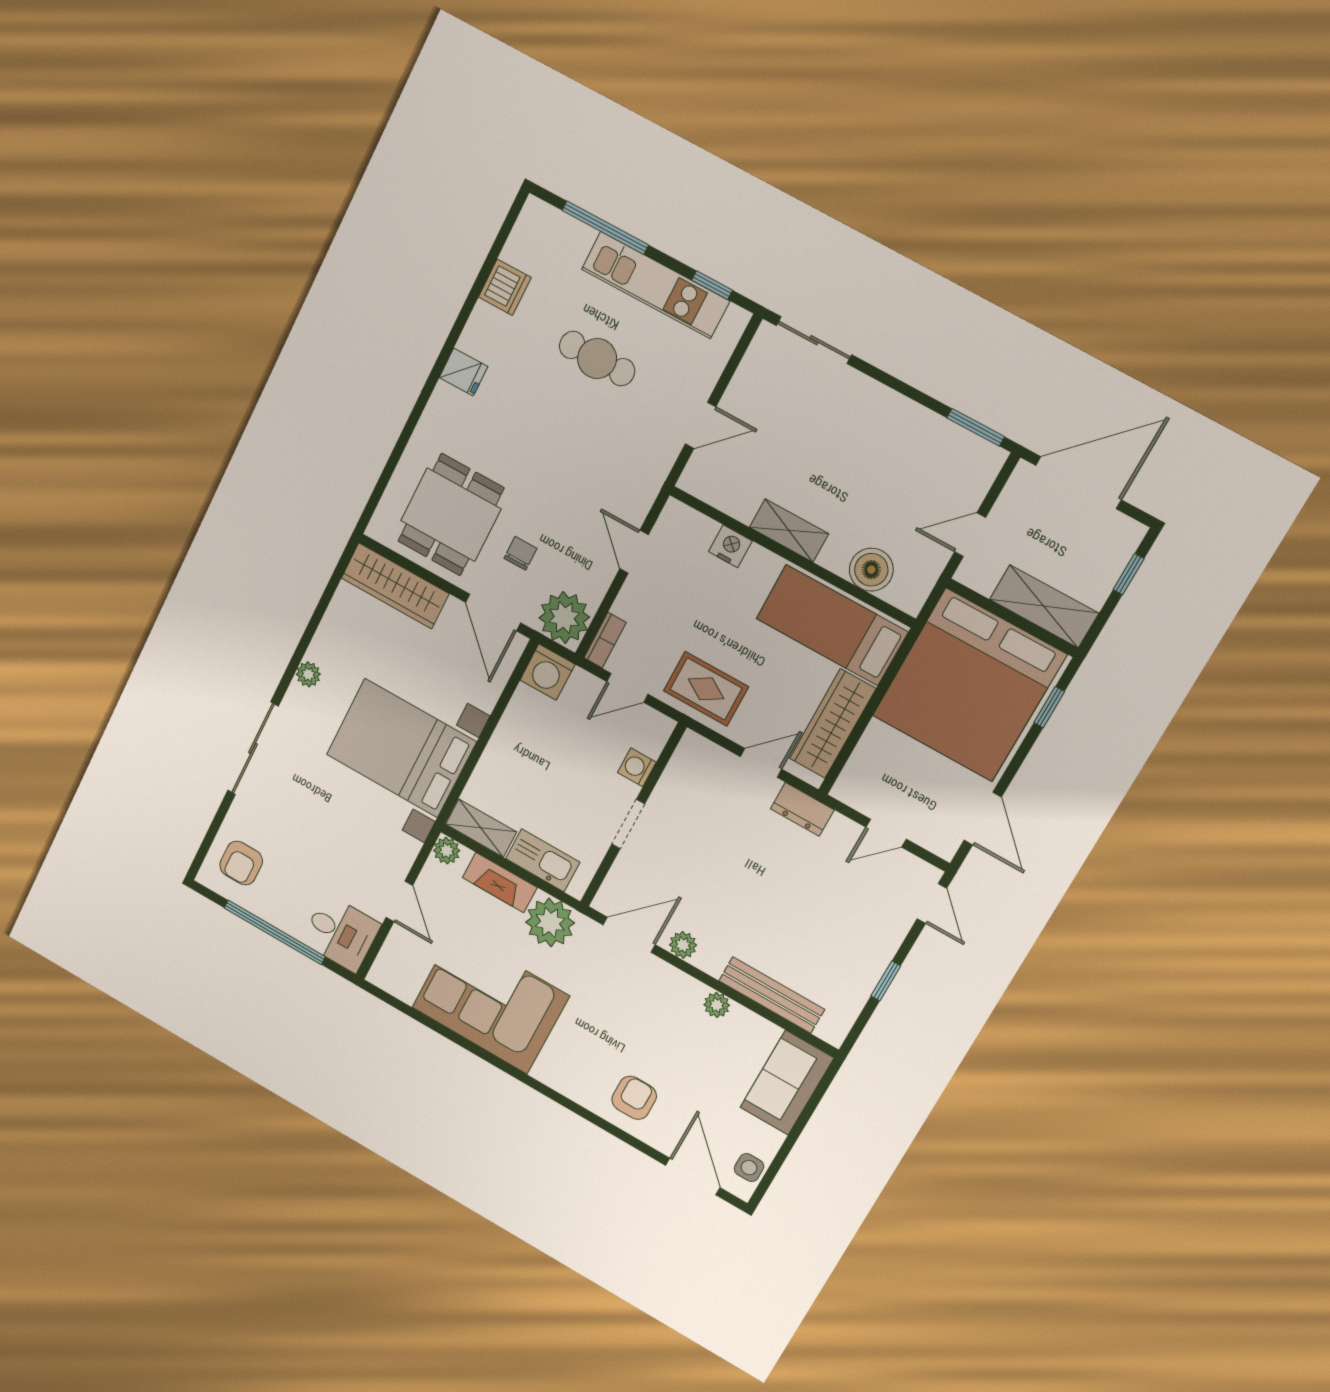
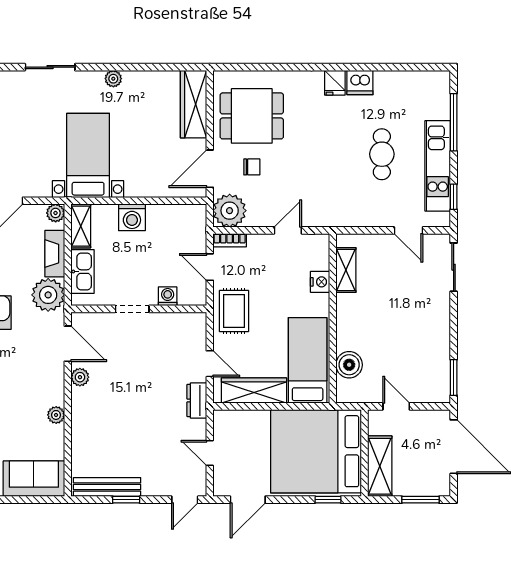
dishwasher: (505, 287) -> (360, 83), moved
door: (701, 425) -> (408, 230), moved
shelving: (789, 530) -> (346, 270), moved
window: (1129, 574) -> (420, 500), width x1.50
washing machine: (547, 672) -> (132, 217), moved, turned -90
sliding door: (253, 748) -> (50, 67), width x0.73
bed with nightstands: (401, 748) -> (88, 155), width x0.73
bench: (772, 995) -> (107, 487), moved, turned 90

